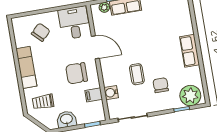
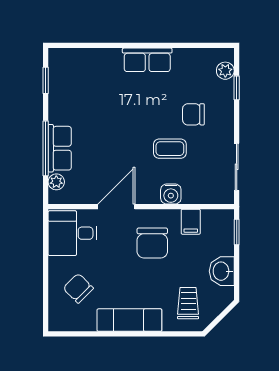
water cooler: (111, 93) -> (171, 194), moved
plant: (190, 96) -> (225, 71), width x0.53, depth x0.53
trolley: (43, 102) -> (188, 303), turned 180

